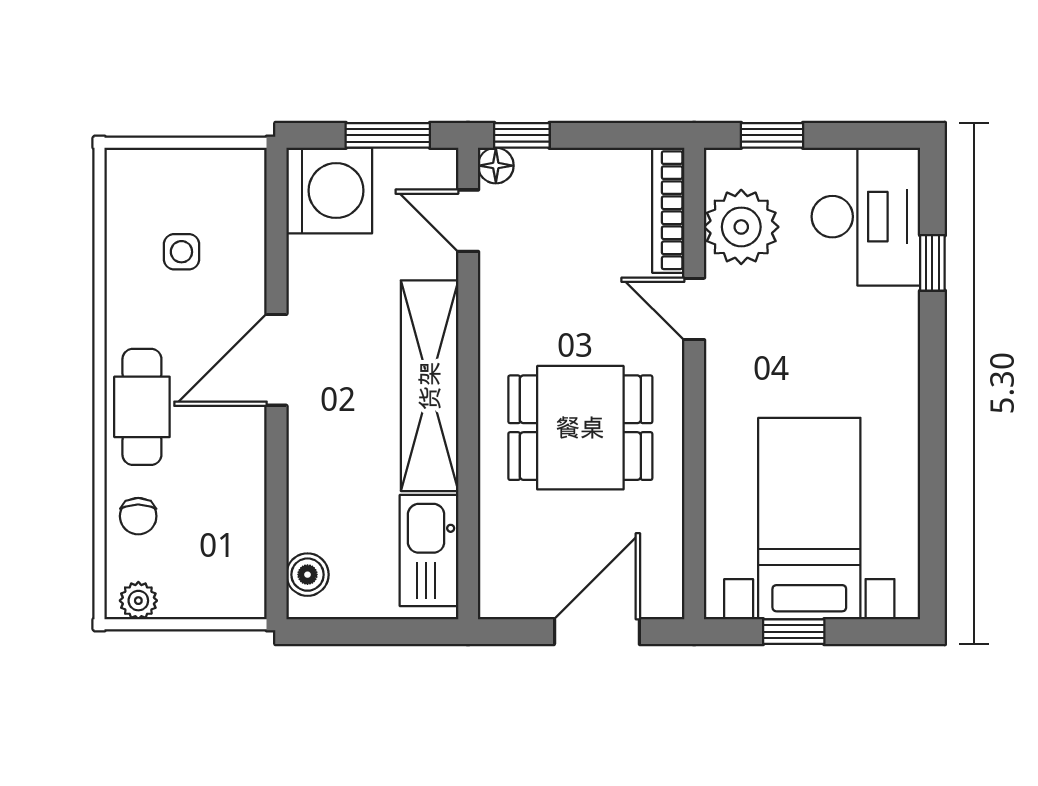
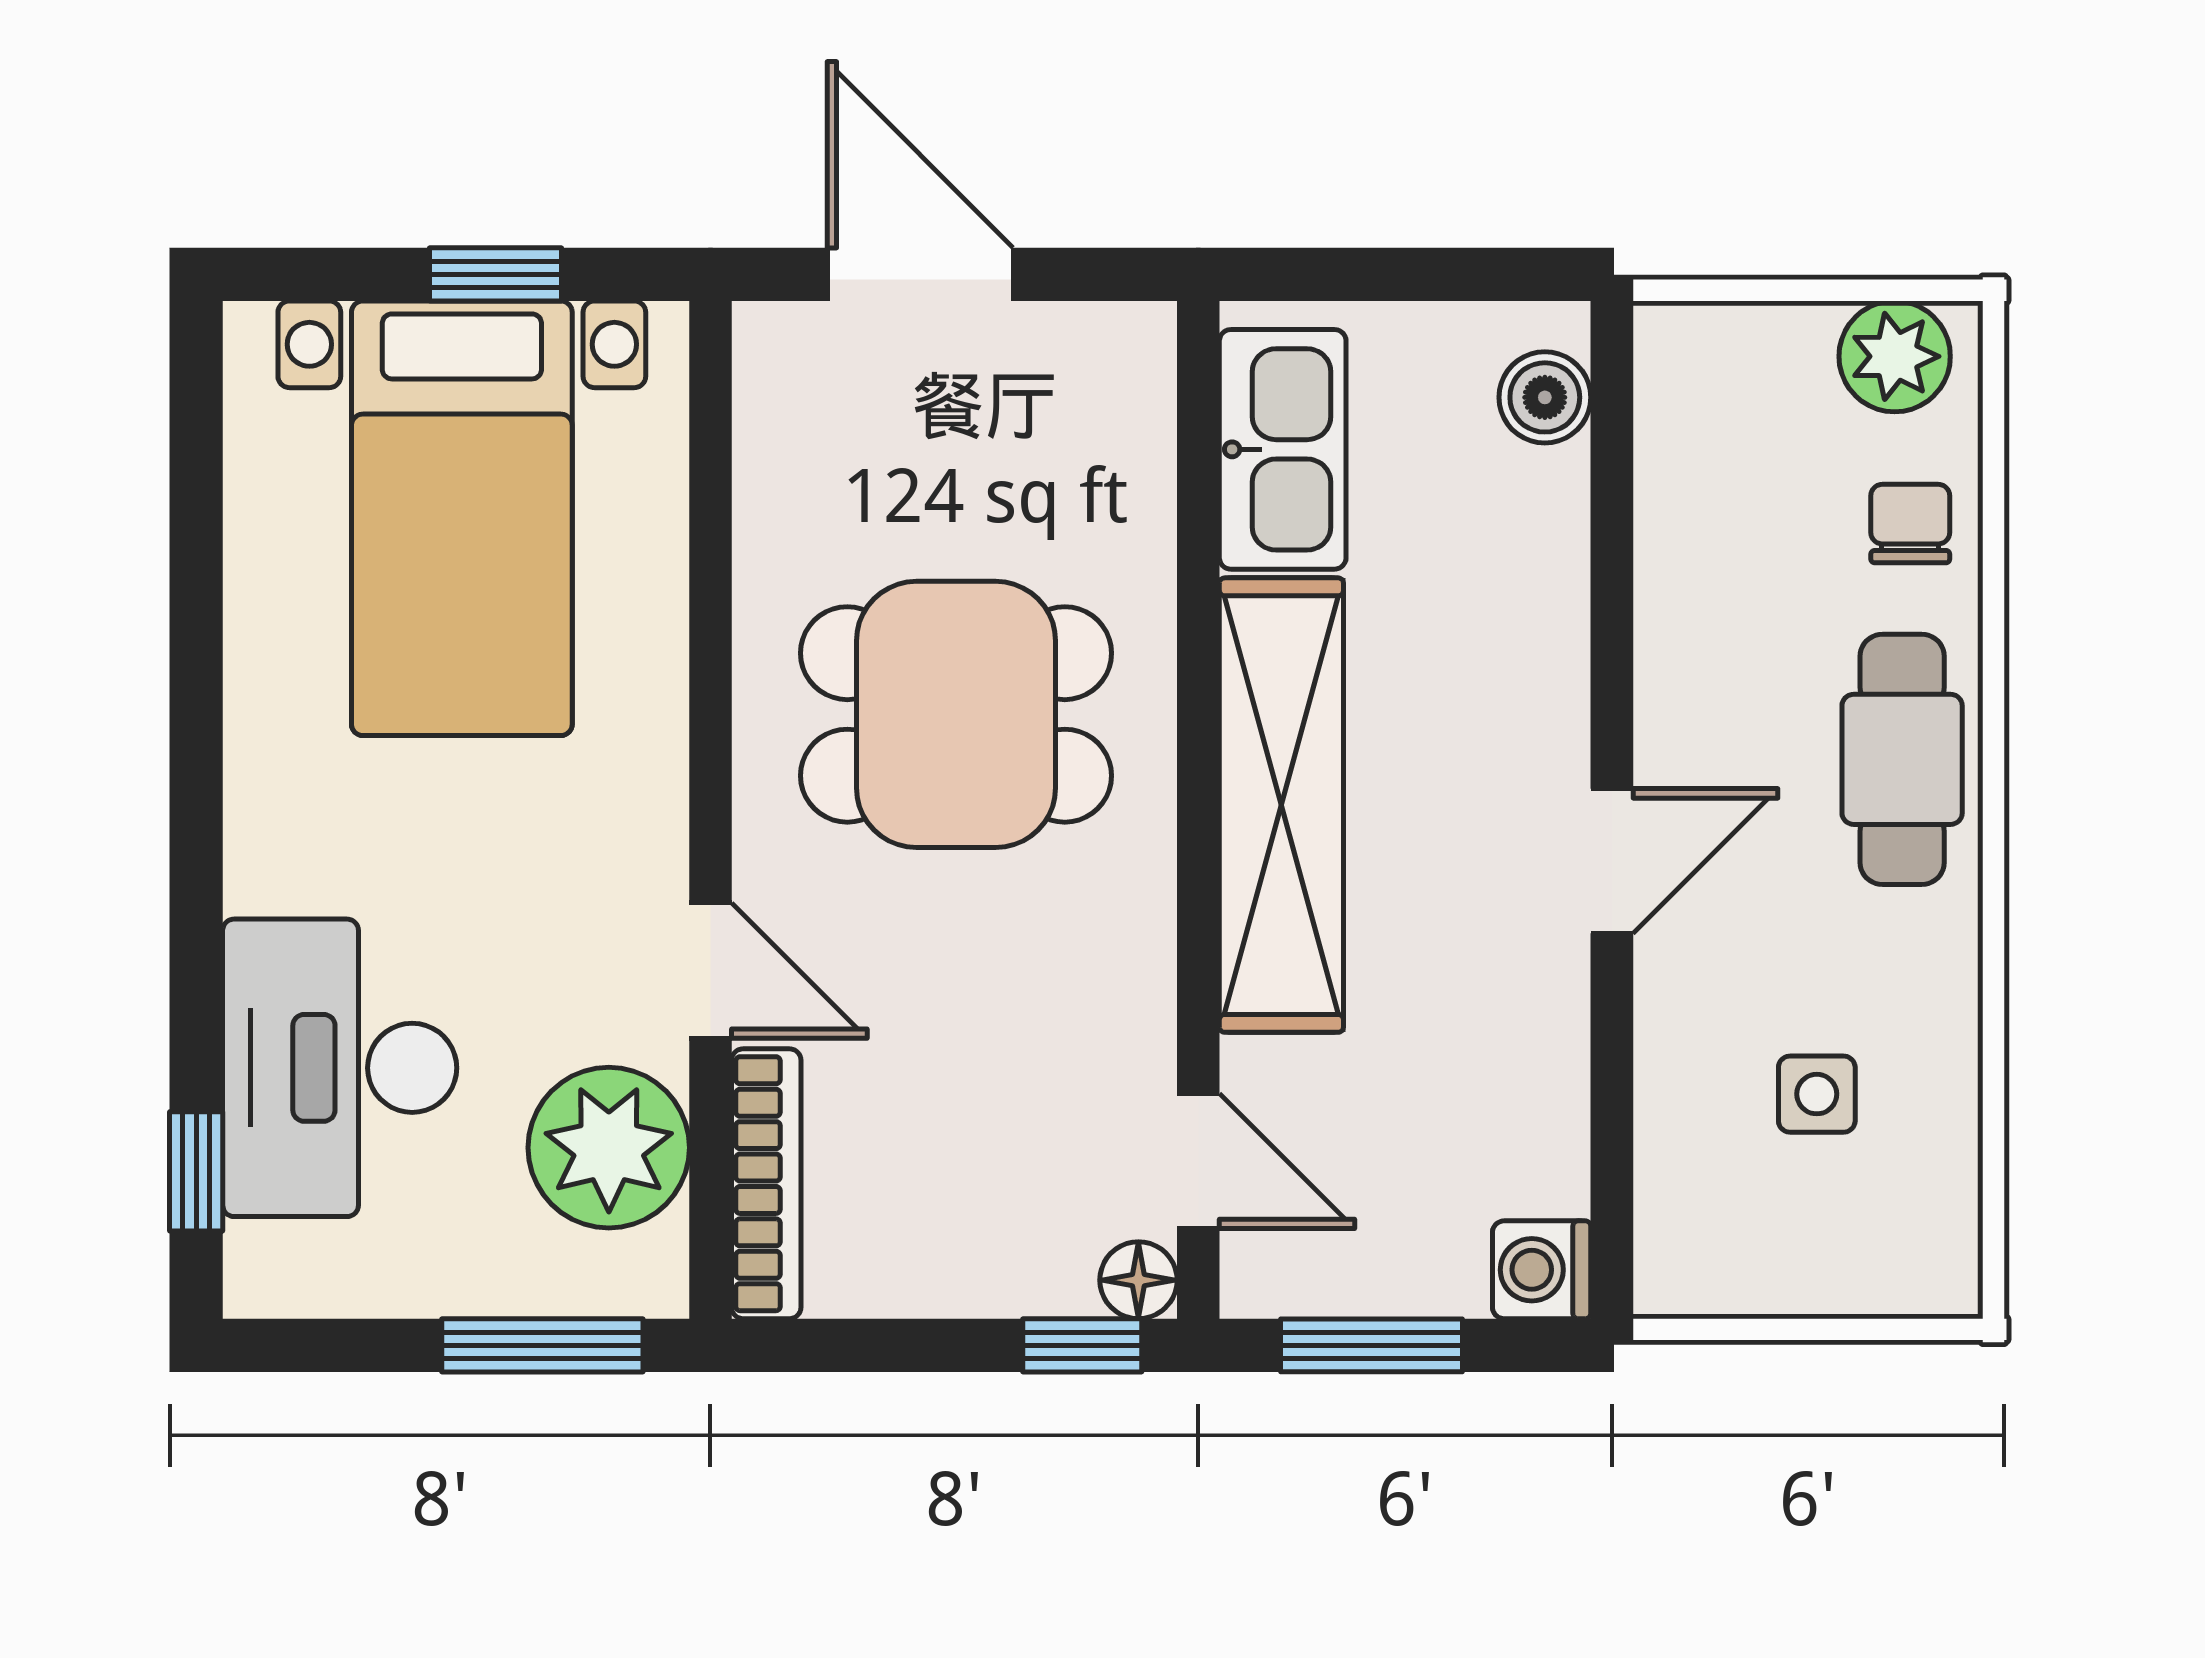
window: (772, 135) -> (542, 1345), width x1.50
washing machine: (329, 191) -> (1542, 1270), width x0.53, depth x0.53
desk: (866, 217) -> (340, 1068), moved
window: (932, 263) -> (196, 1171), moved
door: (276, 360) -> (1612, 861), width x0.73
plant: (138, 601) -> (1895, 356), width x1.38, depth x1.38
door: (597, 632) -> (920, 274), swing flipped

